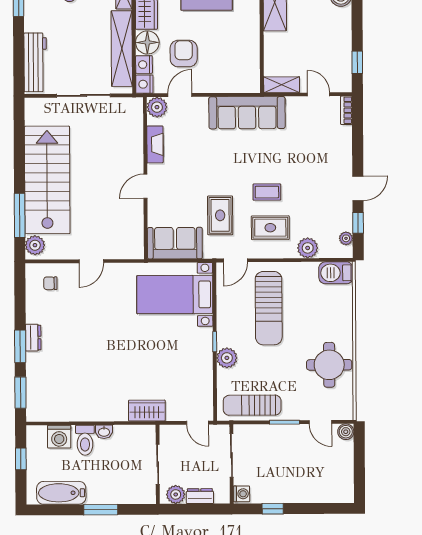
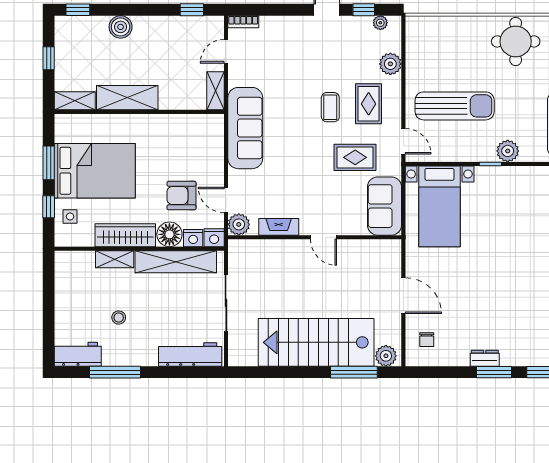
door: (91, 261) -> (403, 296), width x1.38
barbecue: (336, 273) -> (417, 34), removed

